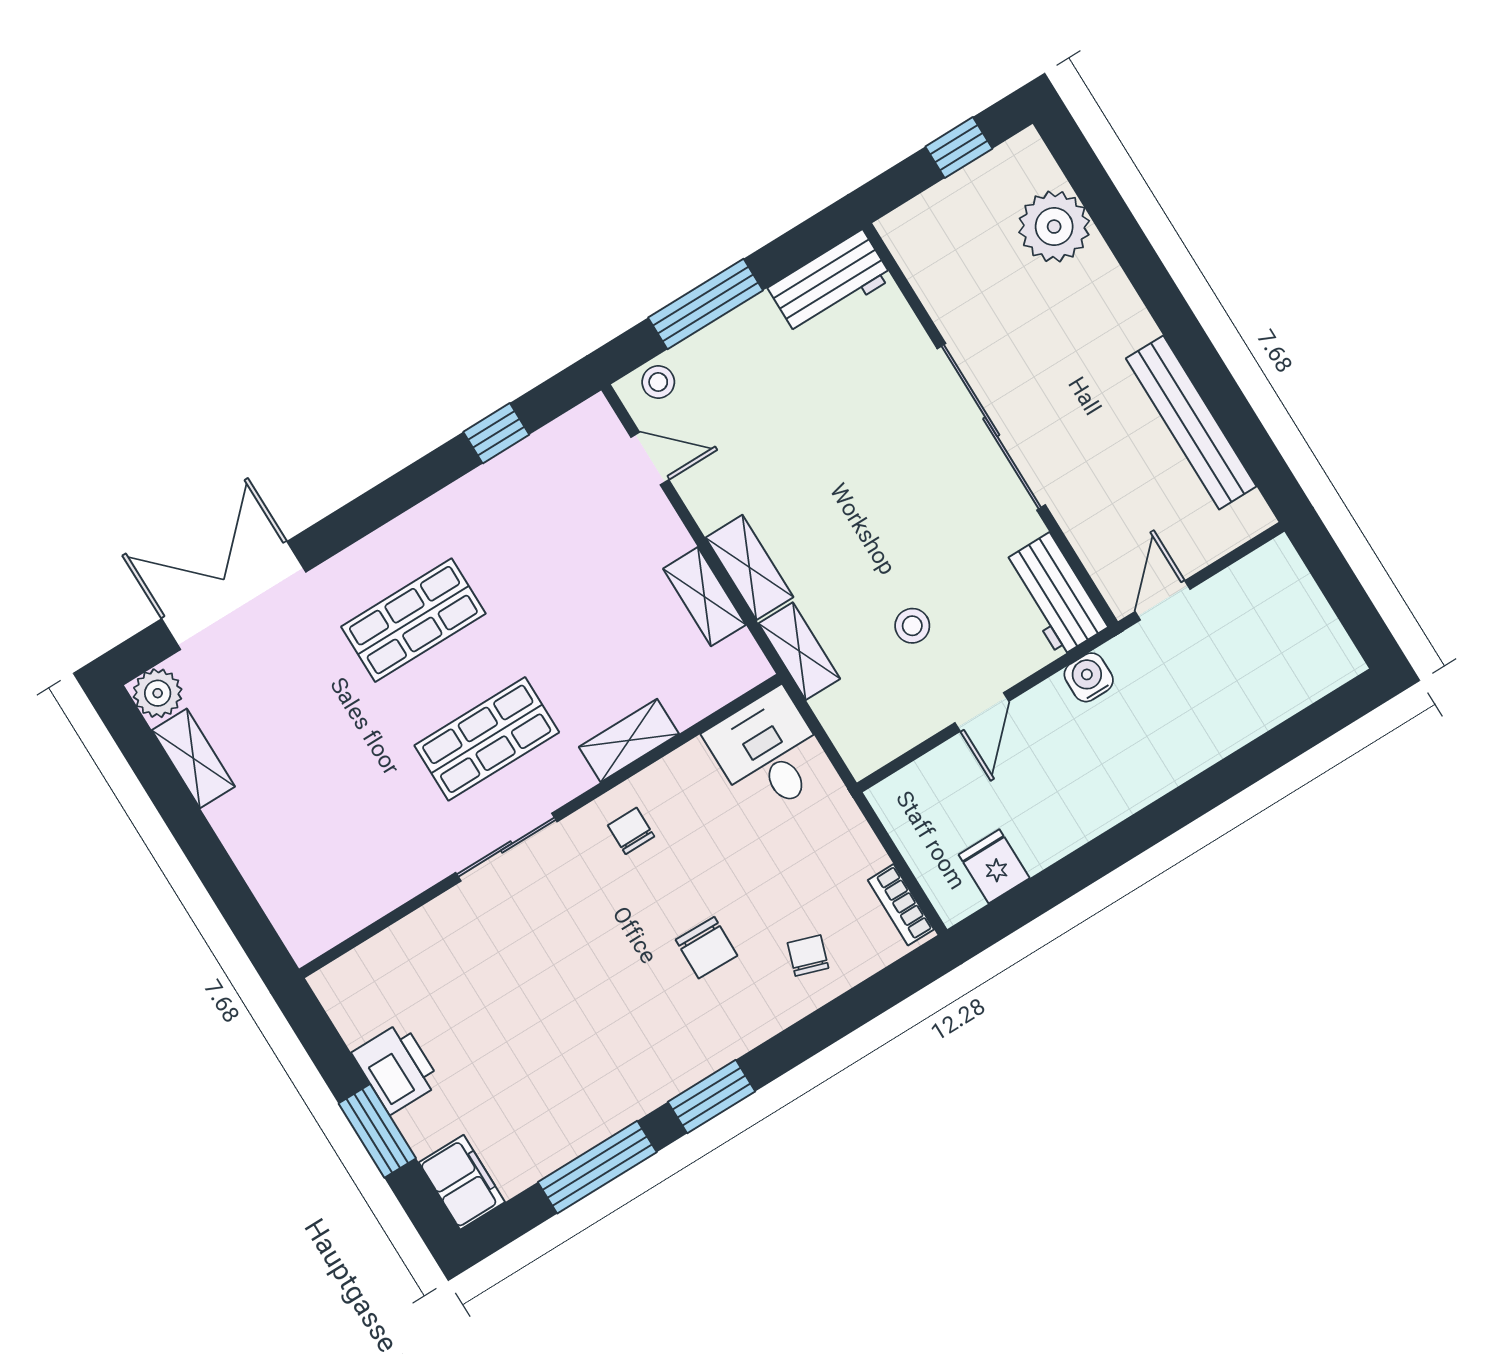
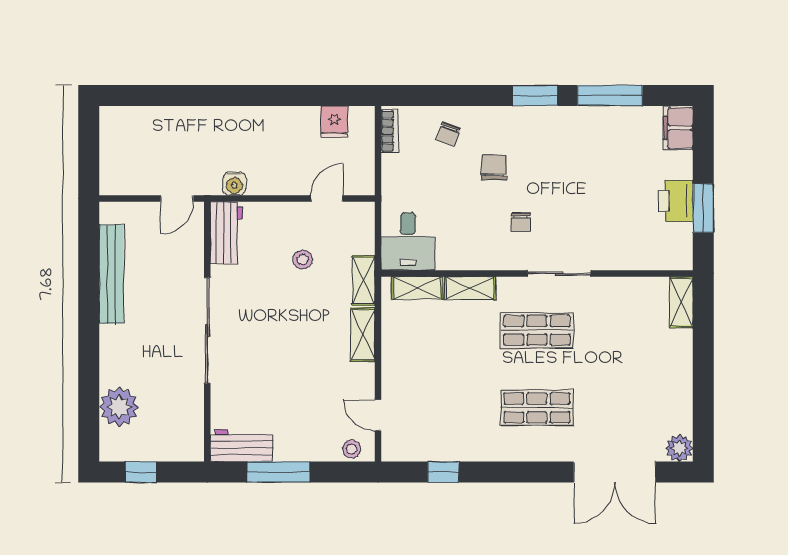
window: (706, 304) -> (278, 472), moved
shelving: (704, 597) -> (417, 288), moved, turned 90
door: (982, 712) -> (327, 198), moved
shelving: (193, 758) -> (681, 302), moved
chair: (631, 831) -> (521, 222), moved
window: (377, 1131) -> (703, 208), moved

